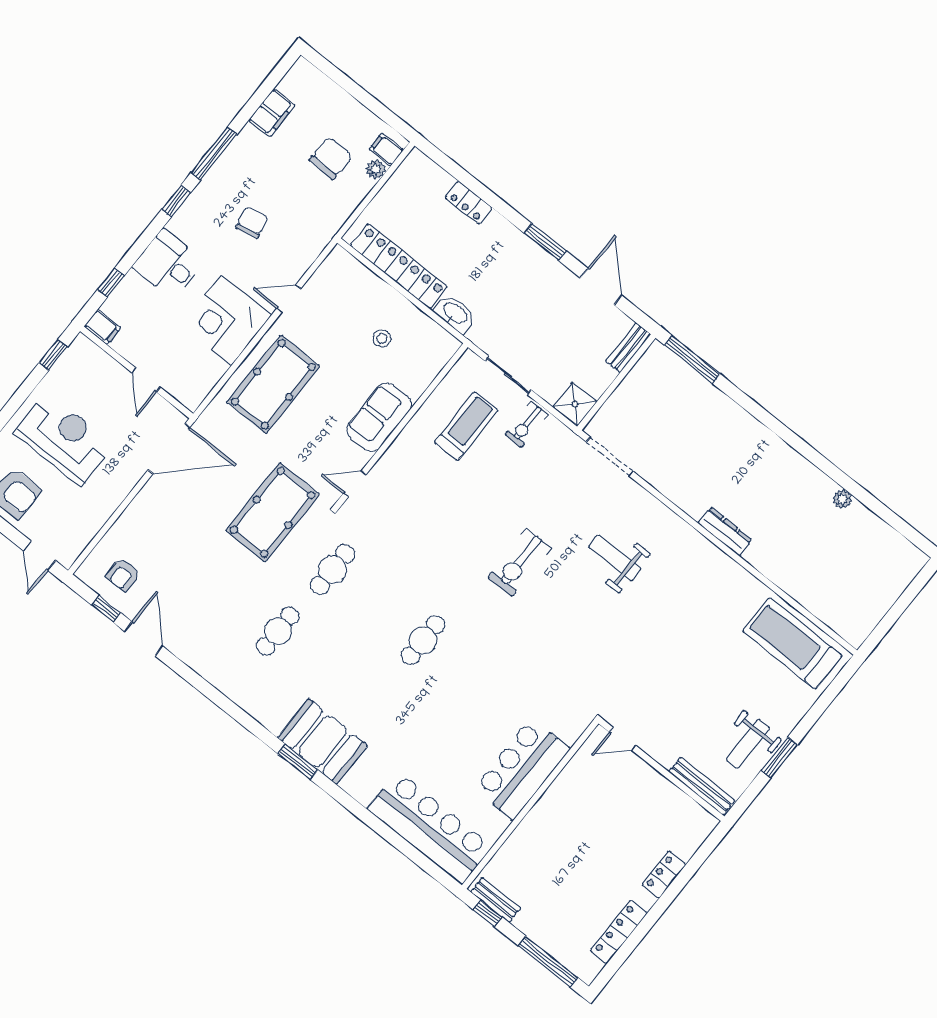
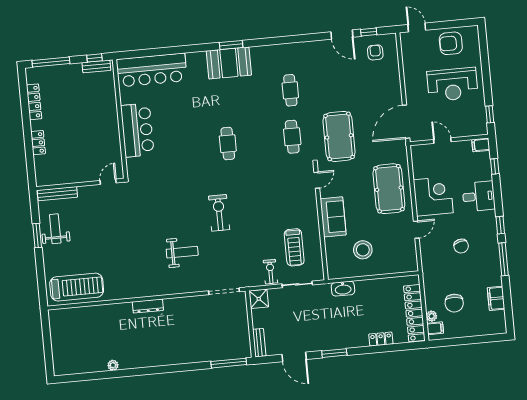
locker: (399, 266) -> (414, 313), moved, turned 90
stool: (382, 339) -> (363, 250), width x1.89, depth x1.89

